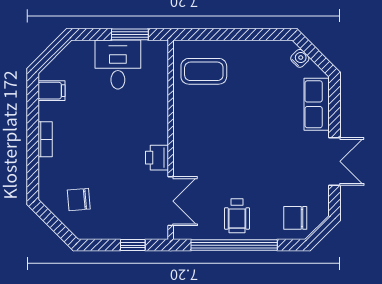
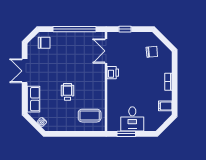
wheelchair: (237, 216) -> (67, 92), moved

